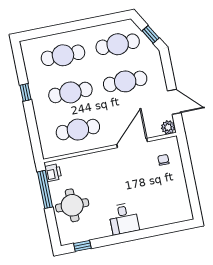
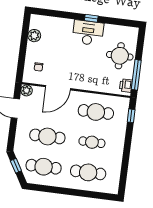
window: (25, 92) -> (131, 116), moved
cafe table: (70, 92) -> (92, 142), width x0.73, depth x0.74
plant: (181, 195) -> (34, 36), added
desk: (124, 219) -> (88, 33), width x1.37
window: (82, 246) -> (91, 18), moved

